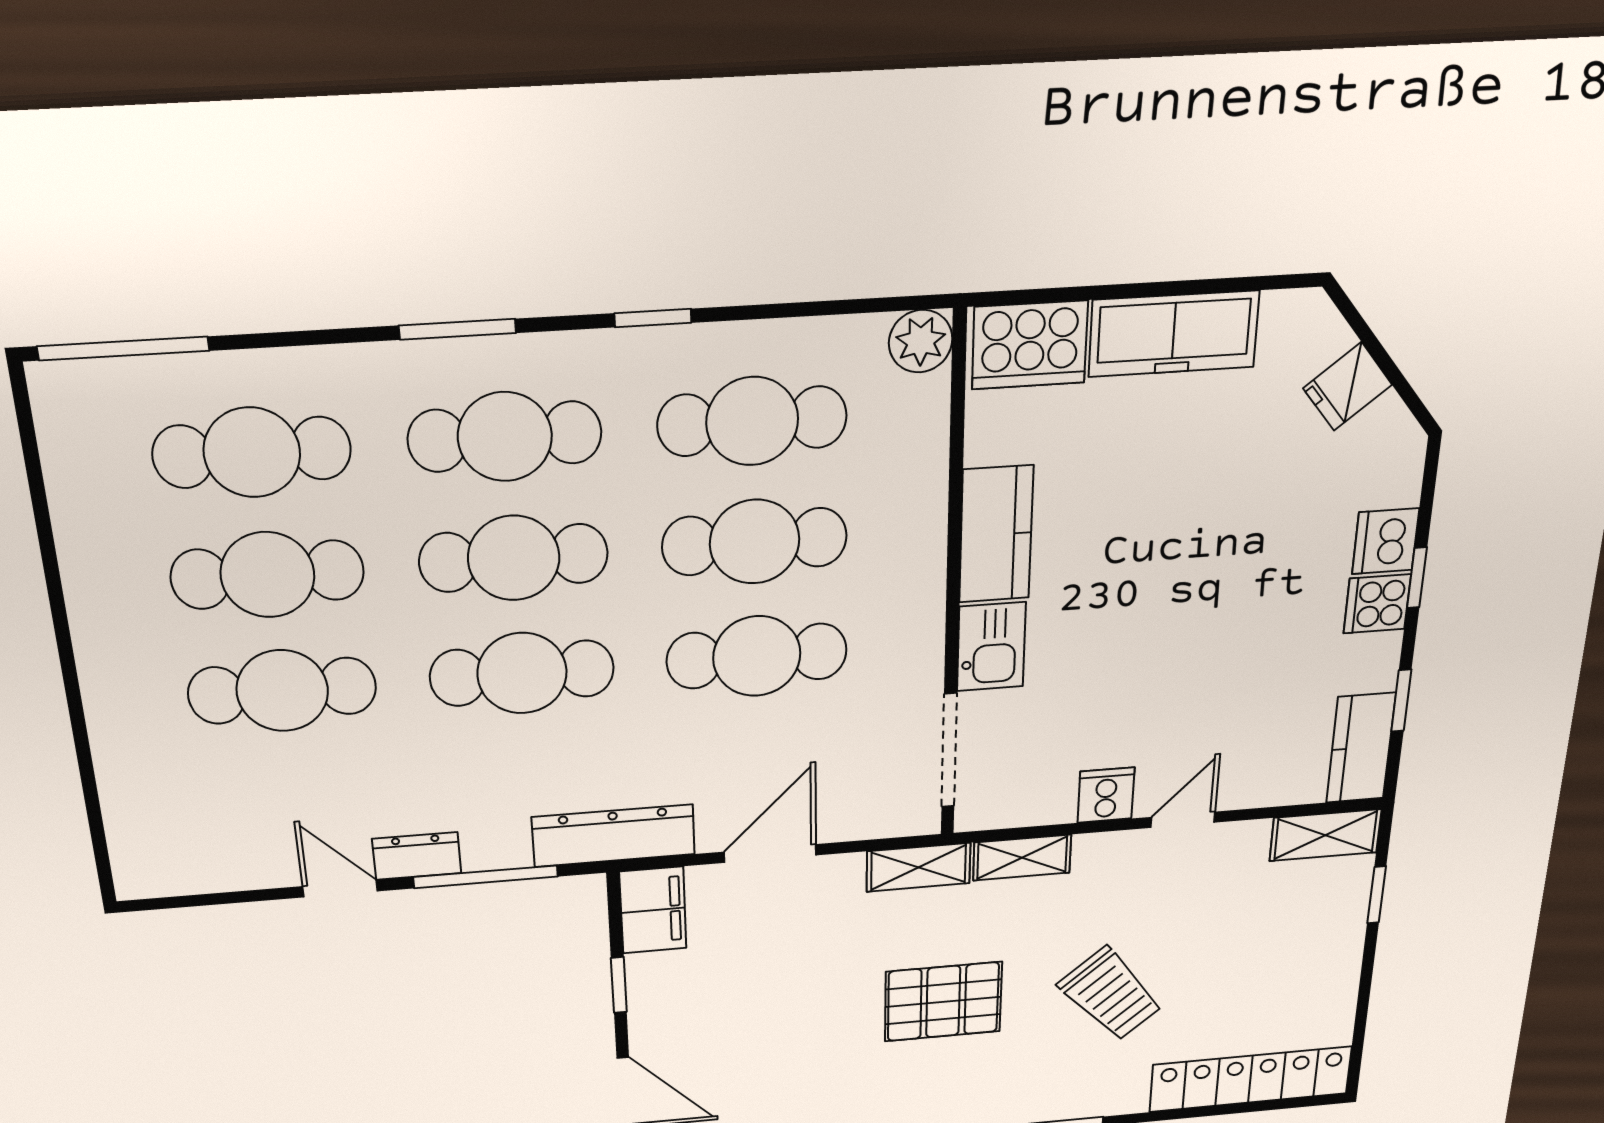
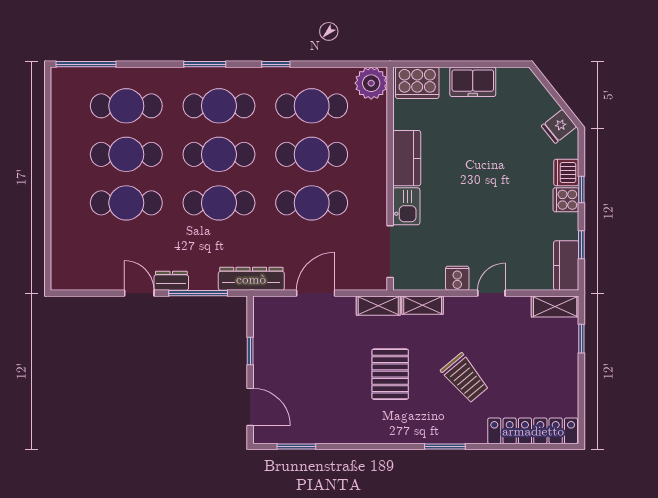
freezer: (1174, 334) -> (473, 82), width x0.71
plant: (921, 341) -> (371, 83), width x1.36, depth x1.36
fridge: (1348, 387) -> (559, 126), moved
filing cabinet: (653, 910) -> (266, 316), removed
pallet: (943, 1002) -> (390, 374), turned 90

